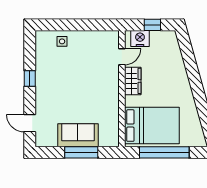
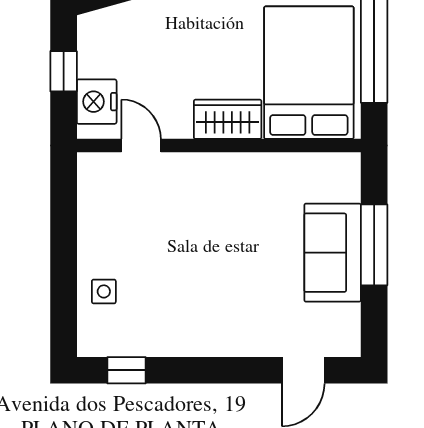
window: (30, 78) -> (126, 370), moved
wardrobe: (133, 81) -> (228, 119), moved

